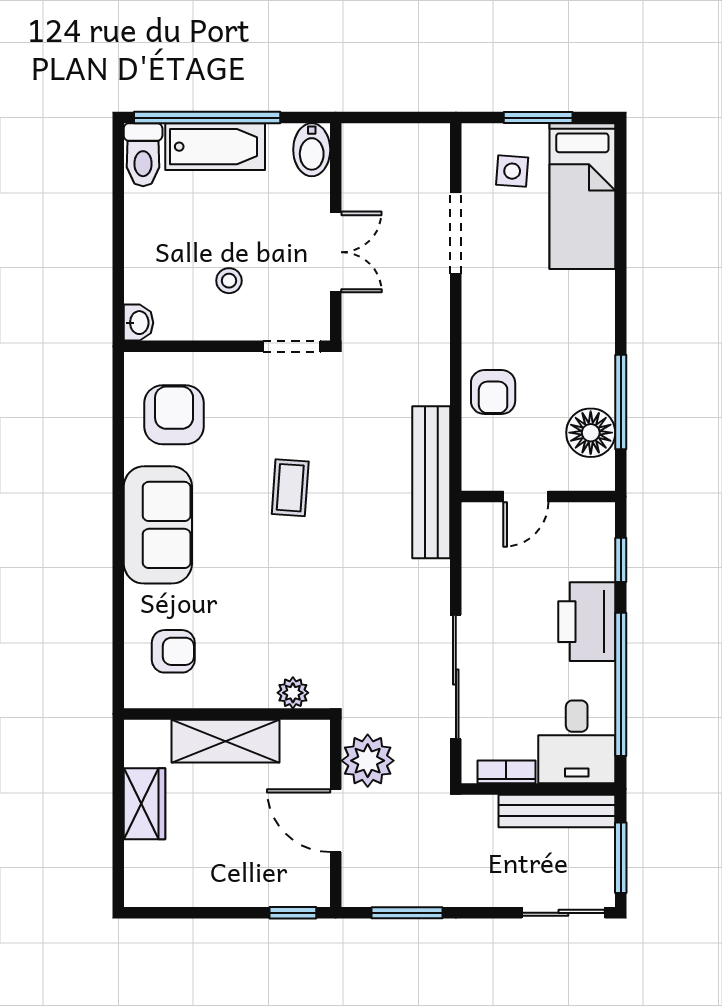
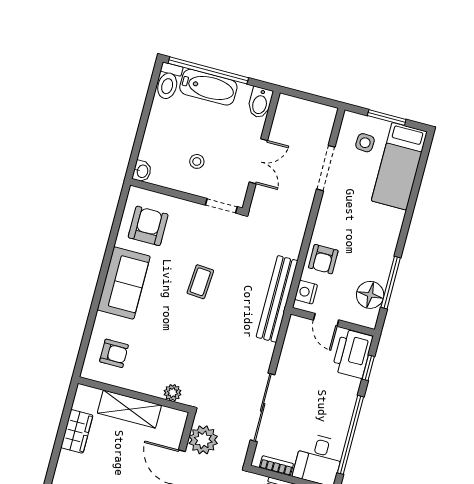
nightstand: (478, 457) -> (306, 292), added
door: (526, 496) -> (326, 320), hinge flipped
printer: (587, 622) -> (352, 354), moved

